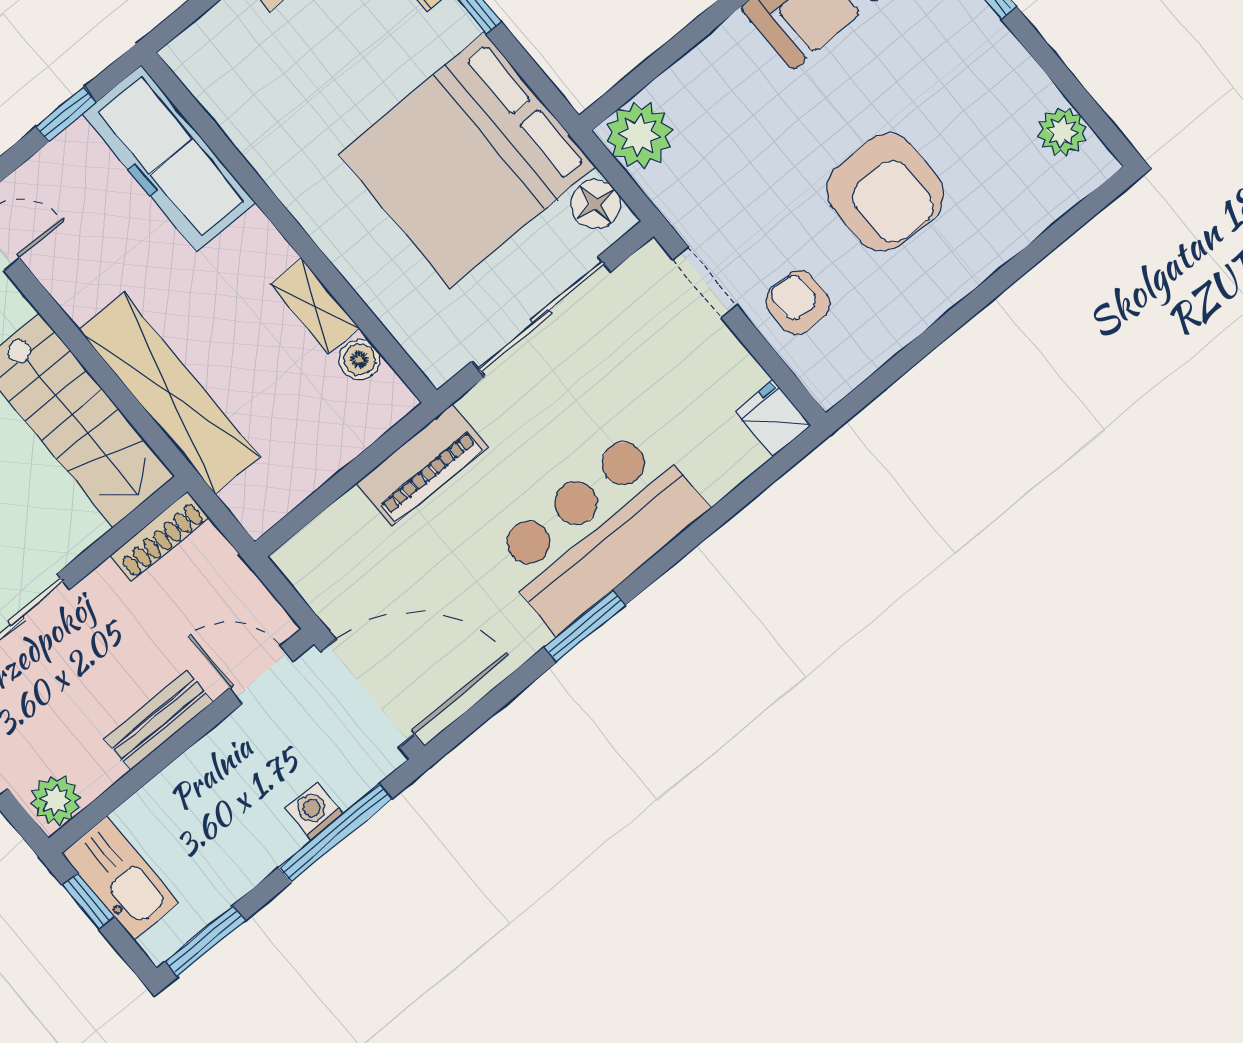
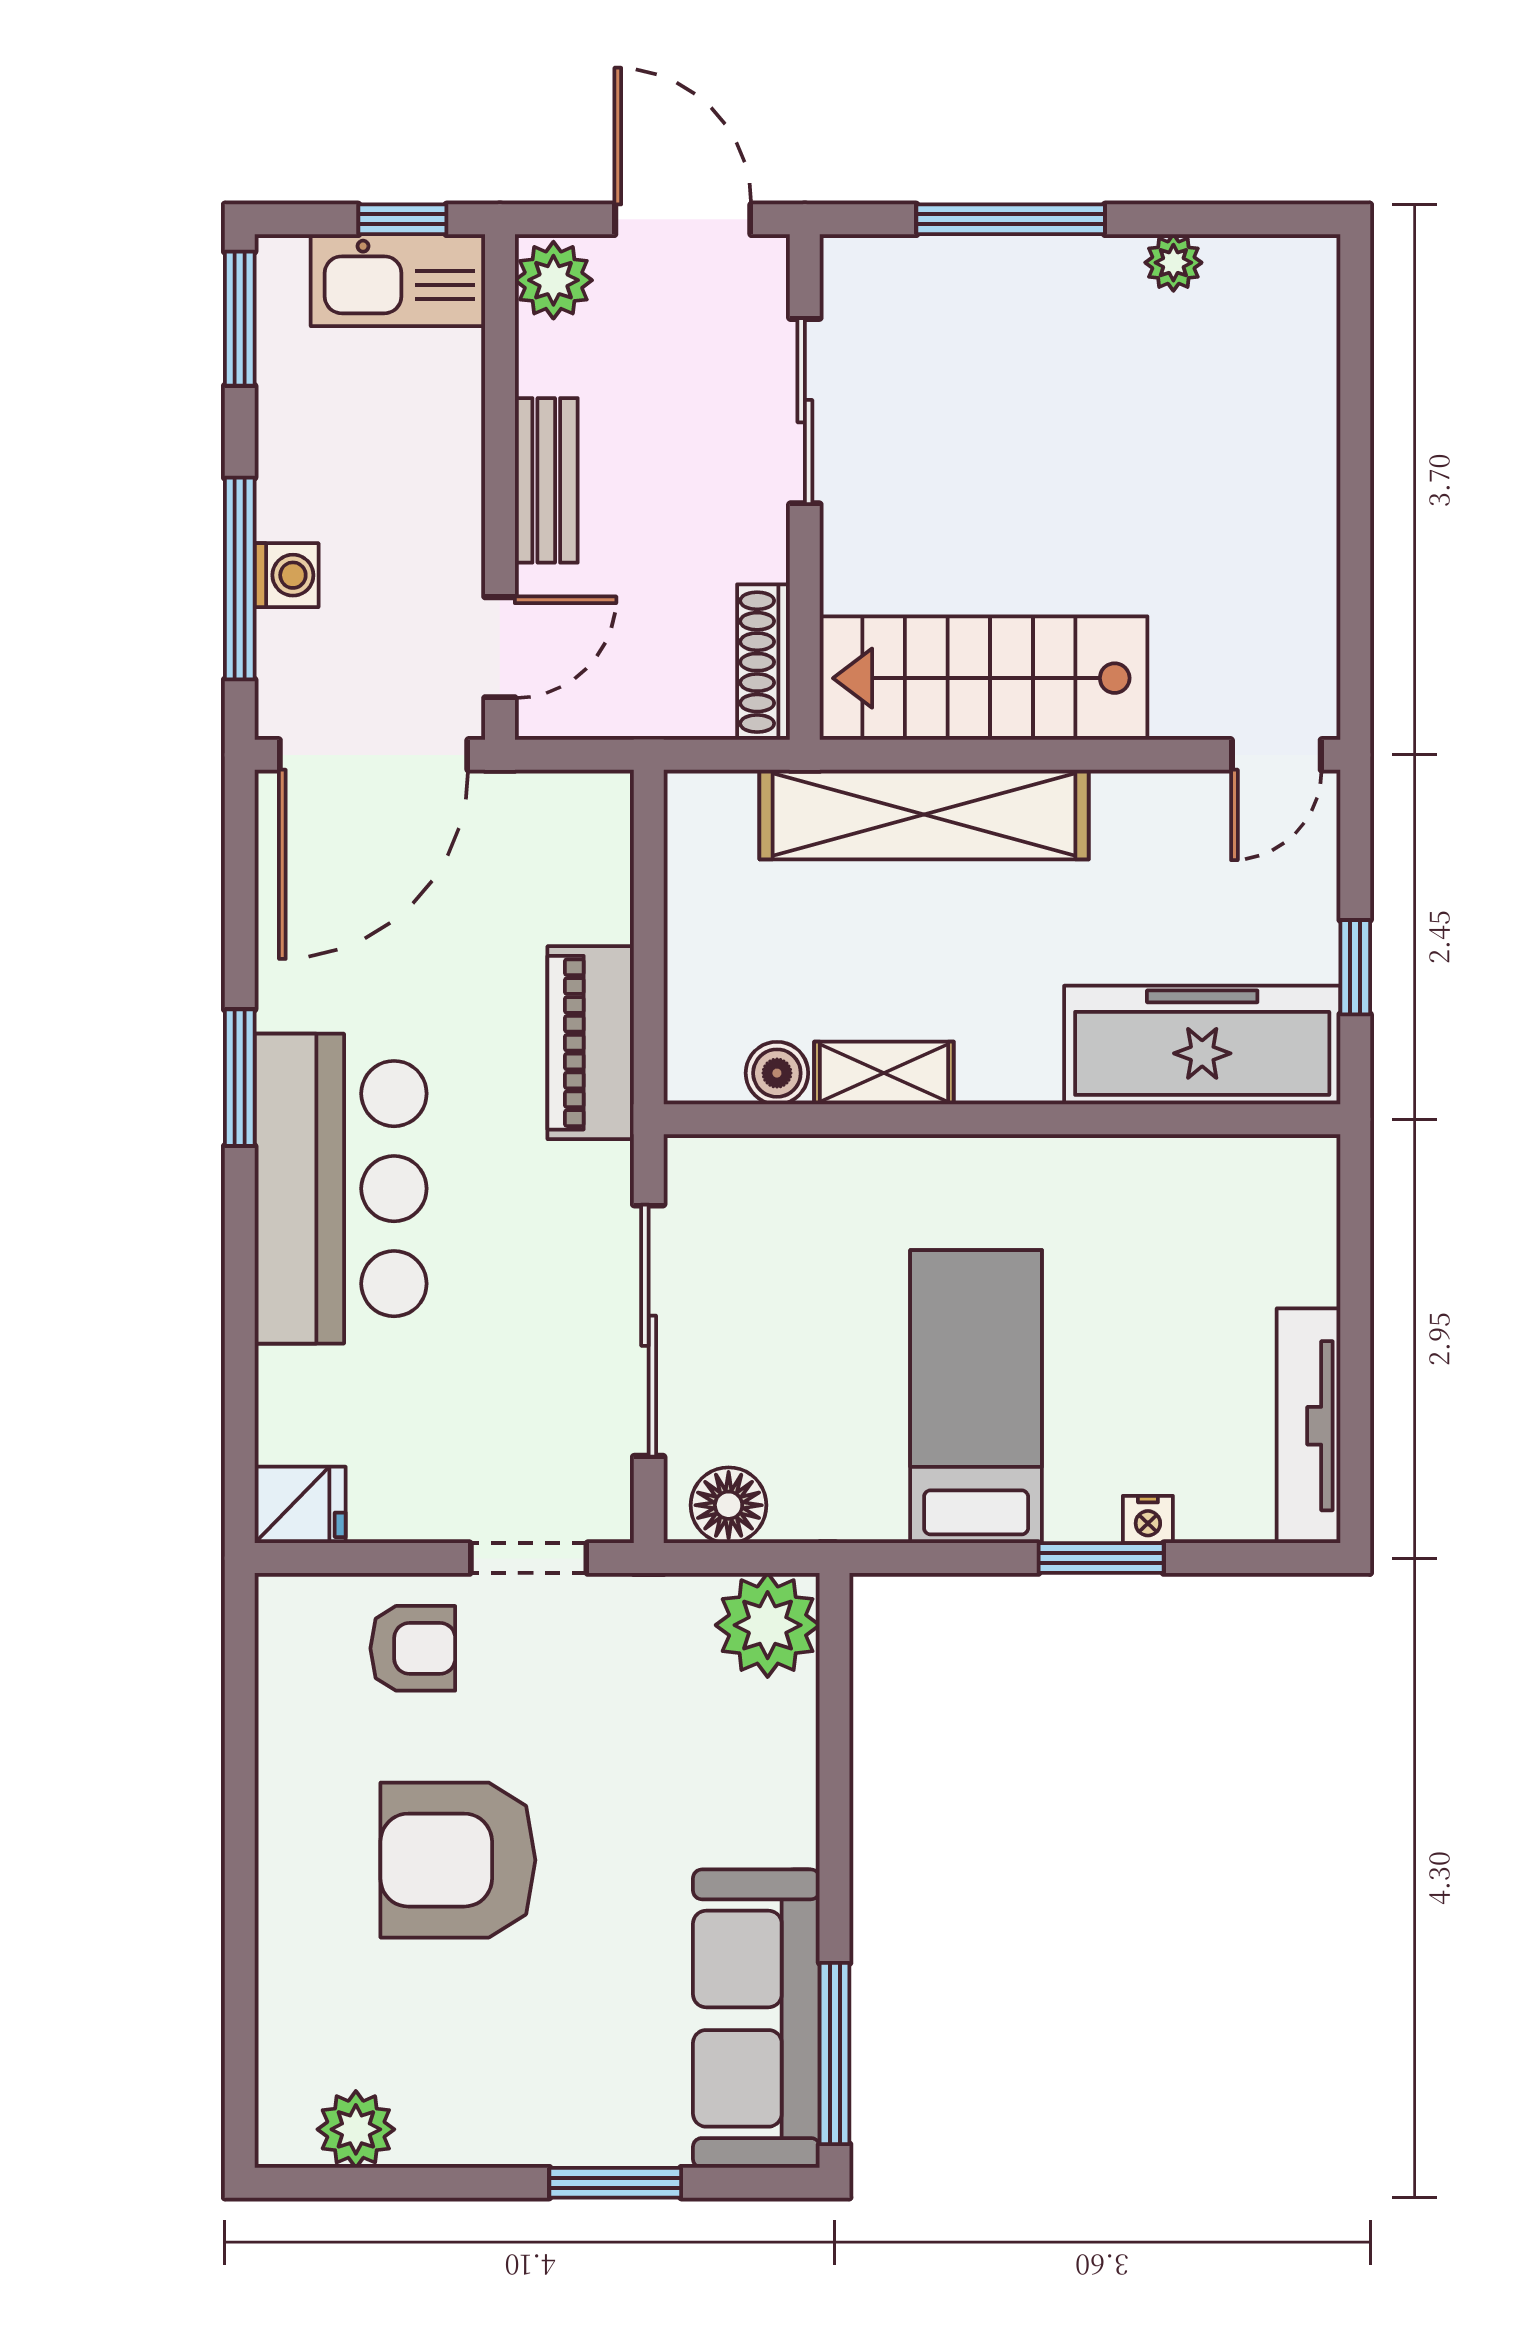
bed: (467, 160) -> (976, 1397), width x0.49

